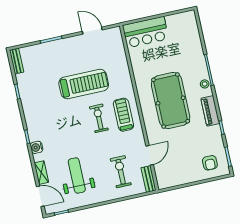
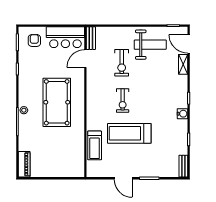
door: (92, 31) -> (123, 178), moved
bar counter: (146, 32) -> (65, 37), moved, turned 180
piano: (210, 111) -> (24, 164), moved
treadmill: (123, 115) -> (95, 145), moved
water cooler: (37, 147) -> (182, 114), moved
exercise bike: (121, 172) -> (122, 63), moved
weight bench: (77, 175) -> (150, 45), moved, turned -90

